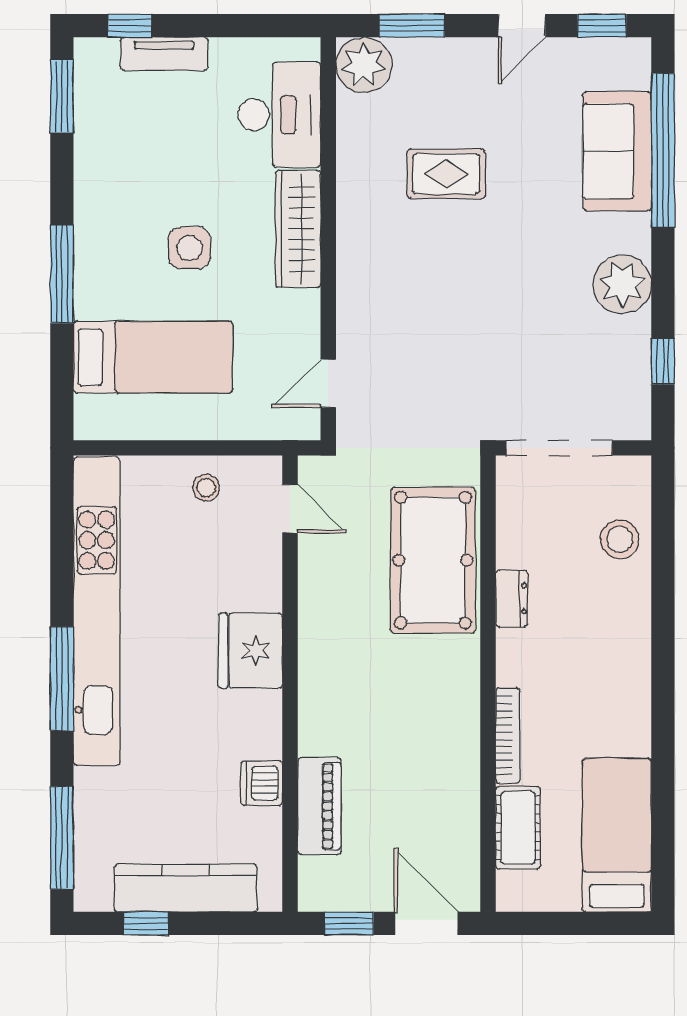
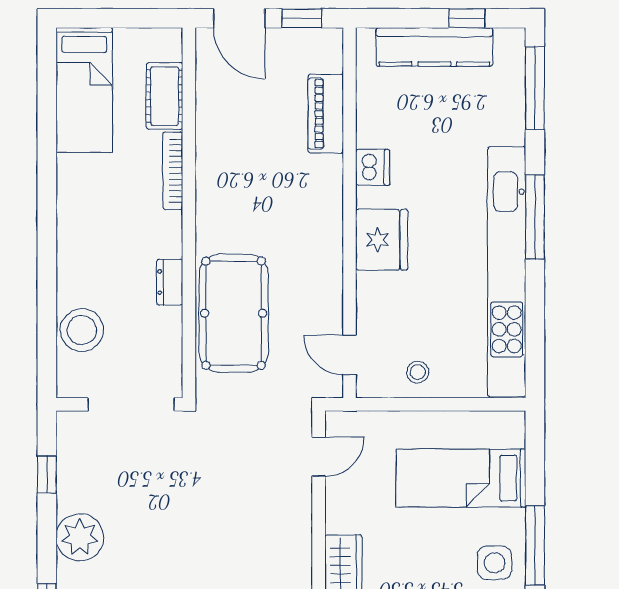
side table: (190, 248) -> (495, 563), moved
stool: (620, 539) -> (82, 330), width x1.38, depth x1.38
dishwasher: (262, 783) -> (373, 167), moved

